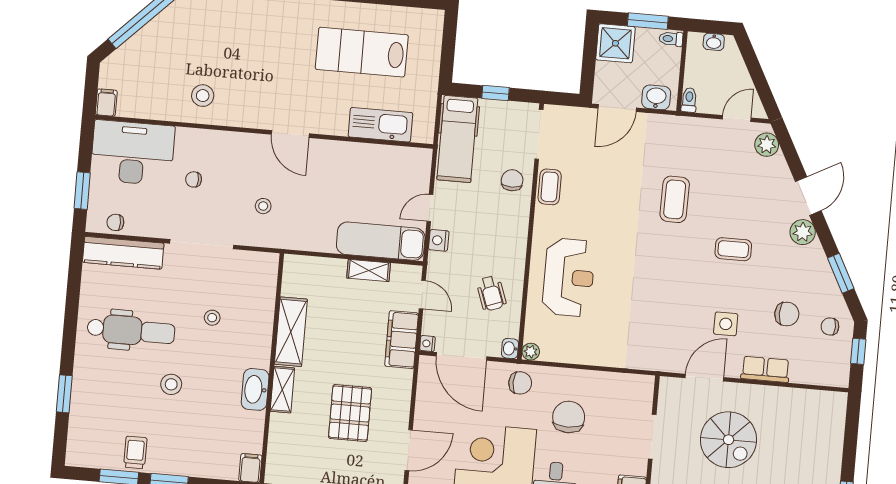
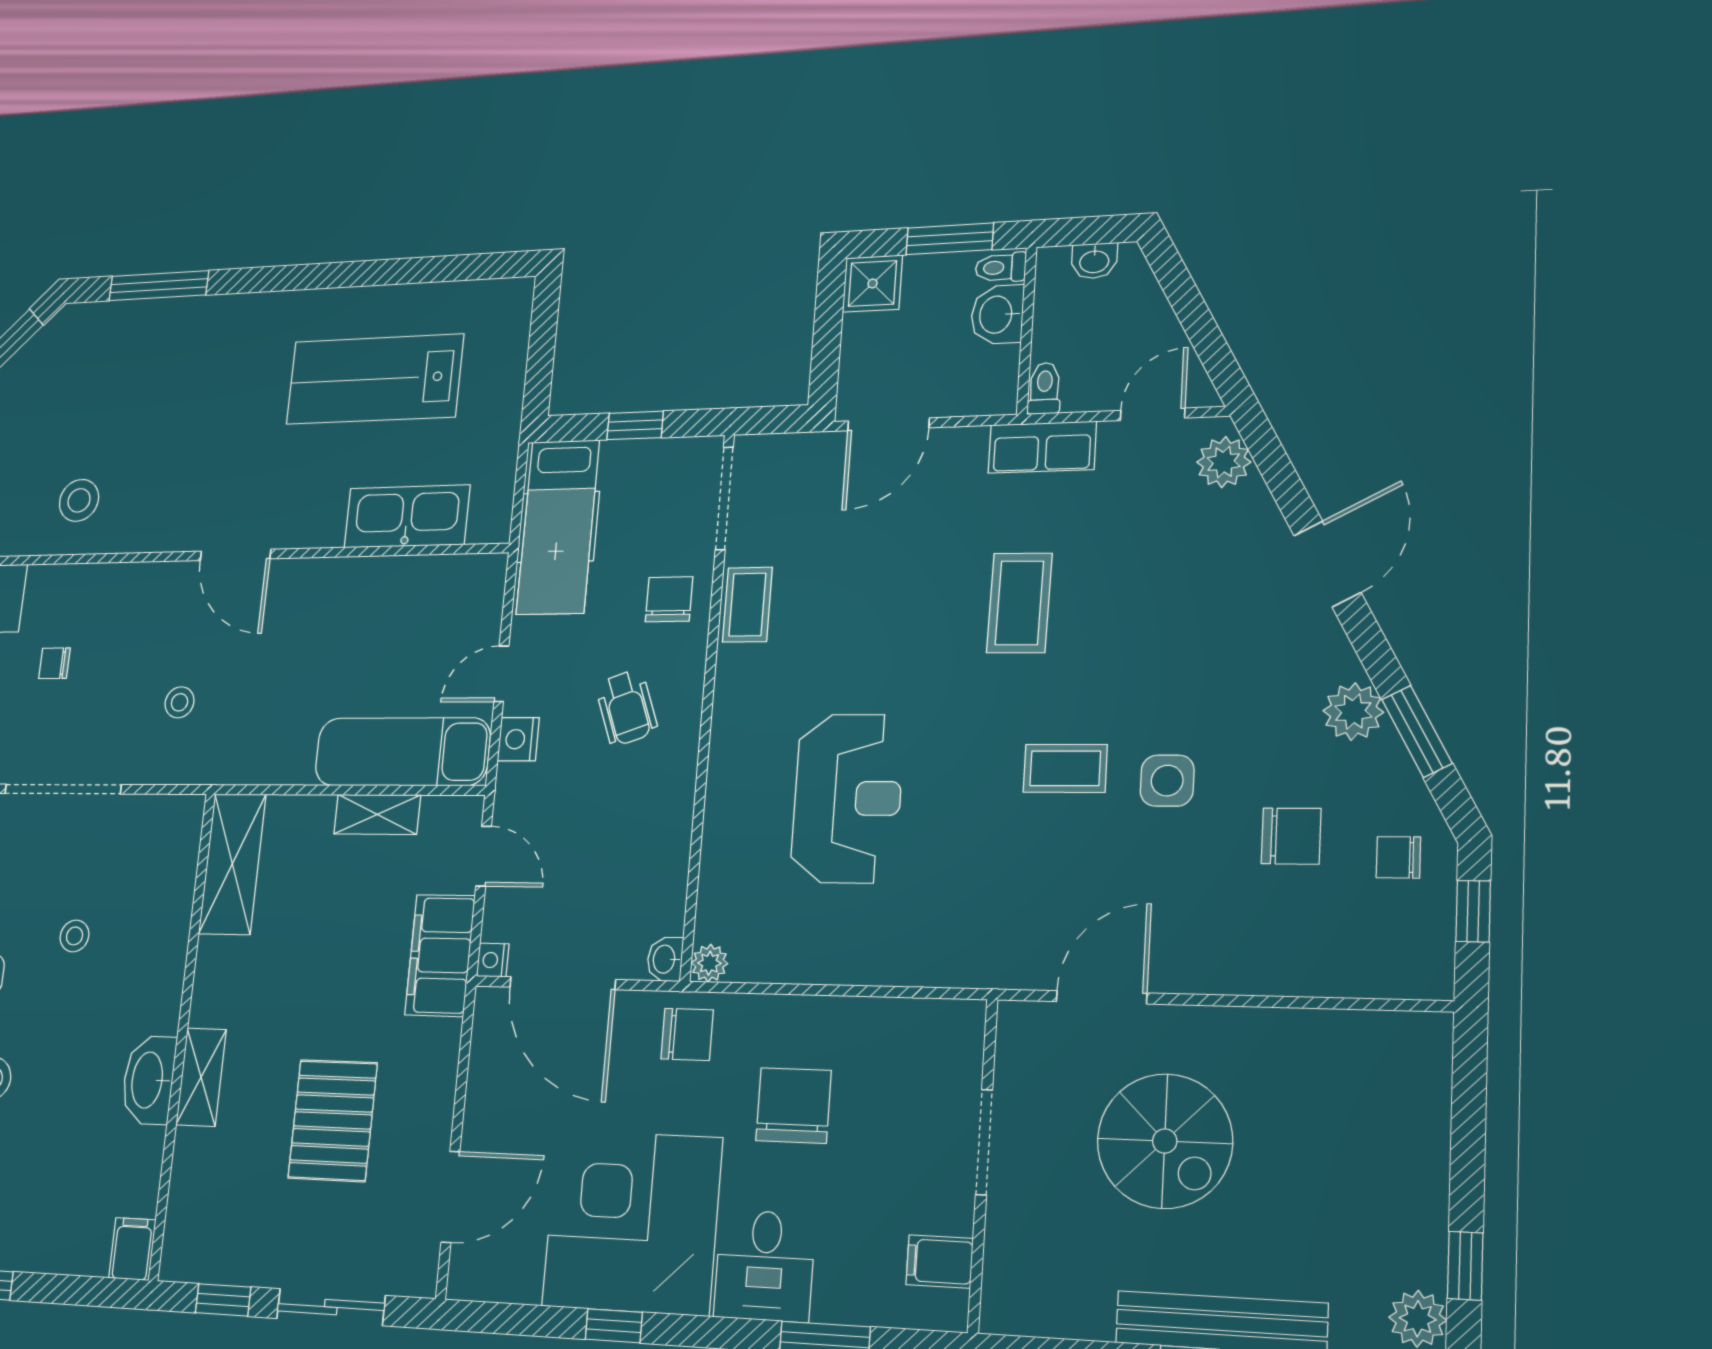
shower: (615, 43) -> (873, 284), width x0.73, depth x0.73
washbasin: (656, 97) -> (997, 315), moved, turned -90
plant: (803, 232) -> (1353, 712), moved
coffee table: (733, 249) -> (1065, 768), moved
reception desk: (569, 277) -> (847, 798), moved
wheelchair: (491, 293) -> (626, 708), moved
side table: (726, 324) -> (1167, 781), moved
shelving: (291, 332) -> (232, 864), moved
row of seats: (765, 369) -> (1042, 447), moved, turned 180

